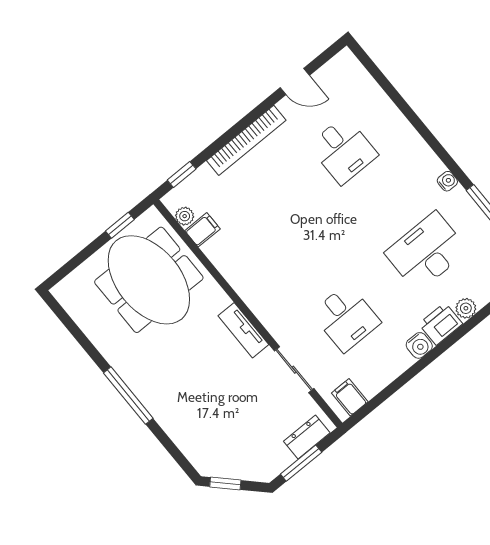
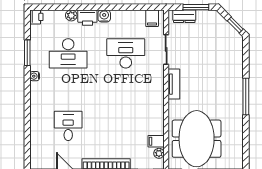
desk: (346, 318) -> (126, 53), width x1.37

